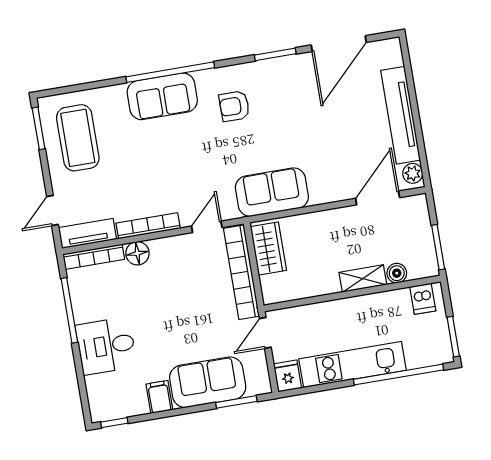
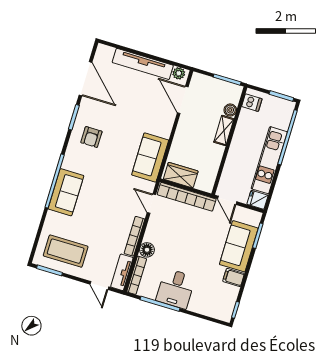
armchair: (234, 106) -> (91, 137), moved
desk: (106, 346) -> (176, 289), moved

